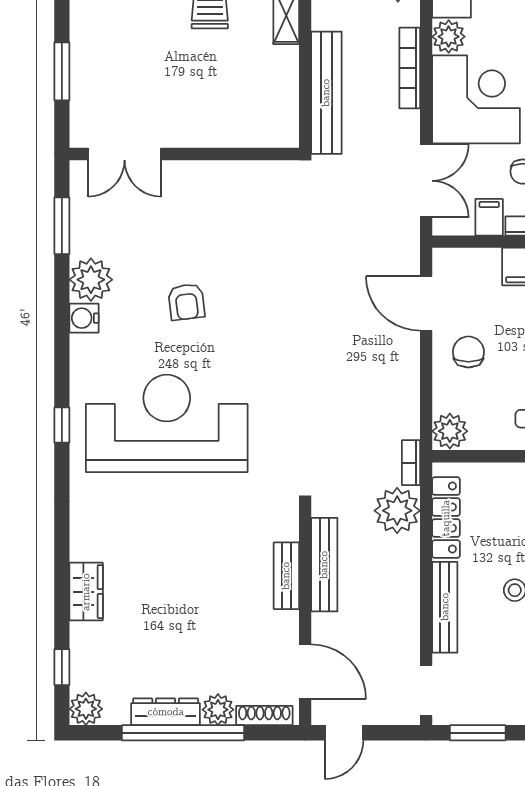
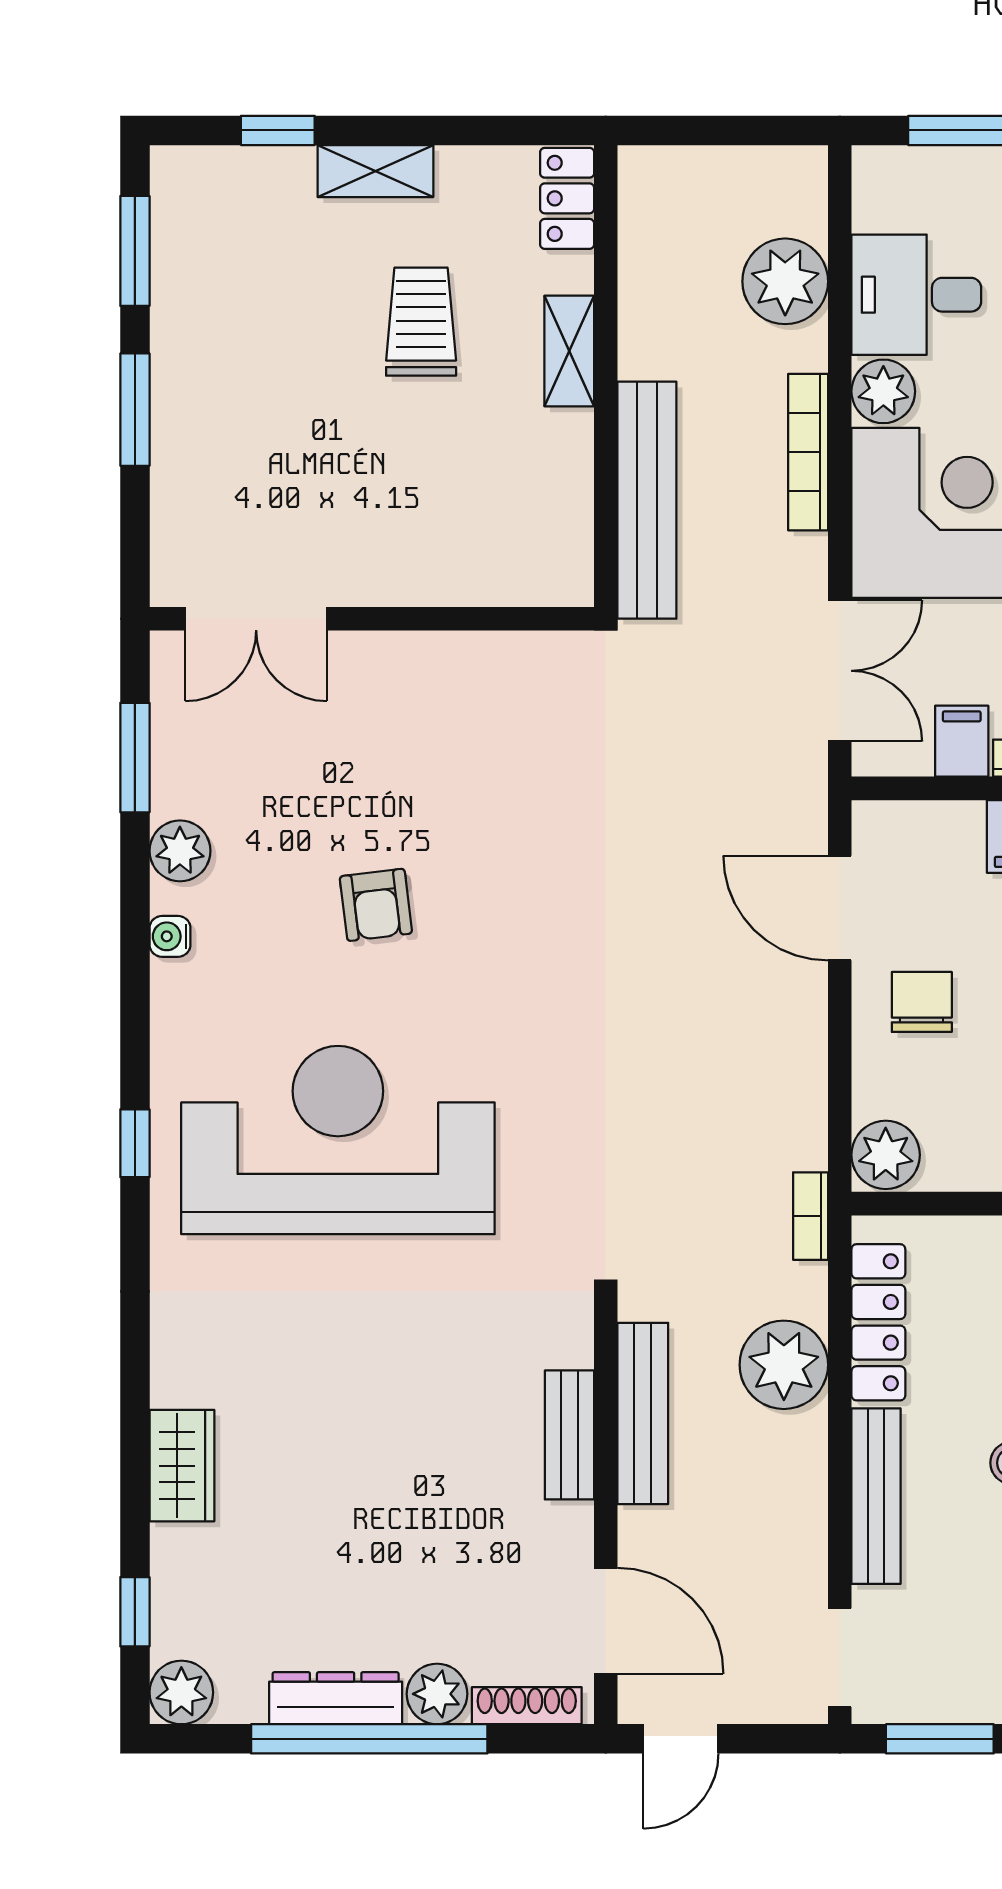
window: (62, 71) -> (135, 410), moved
plant: (91, 280) -> (180, 851), width x0.73, depth x0.73
water cooler: (84, 318) -> (170, 936), width x0.72, depth x0.72
plant: (397, 511) -> (784, 1365), moved

